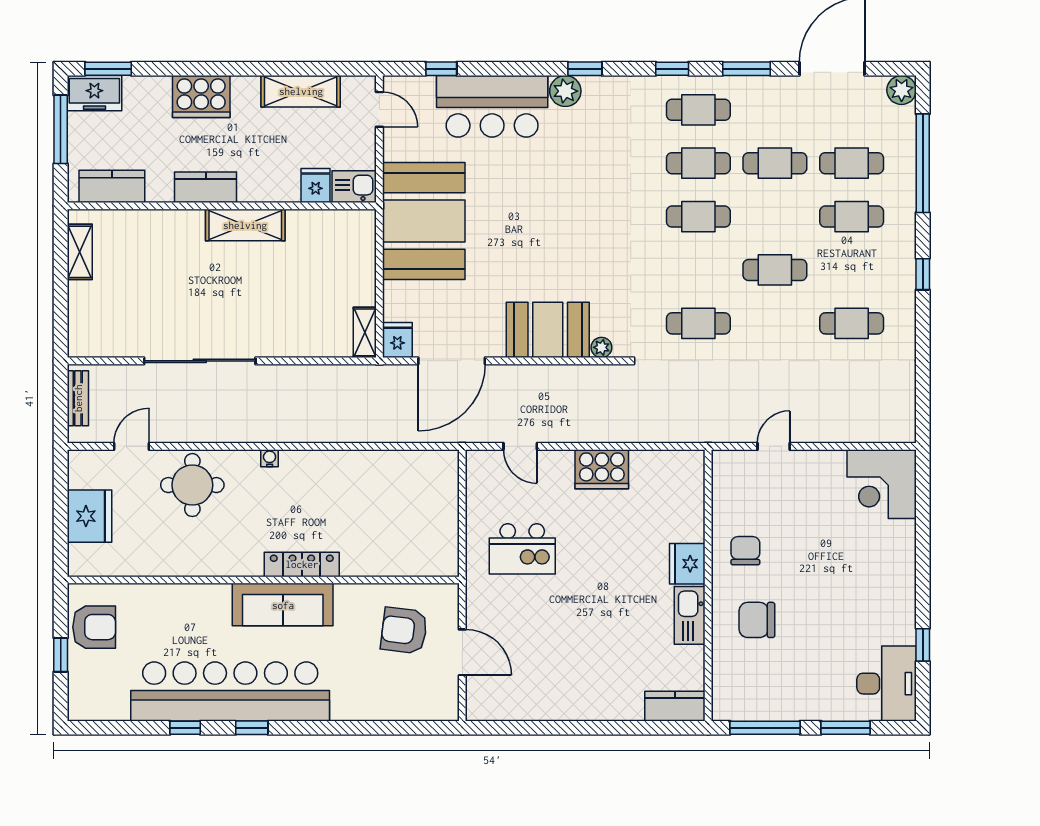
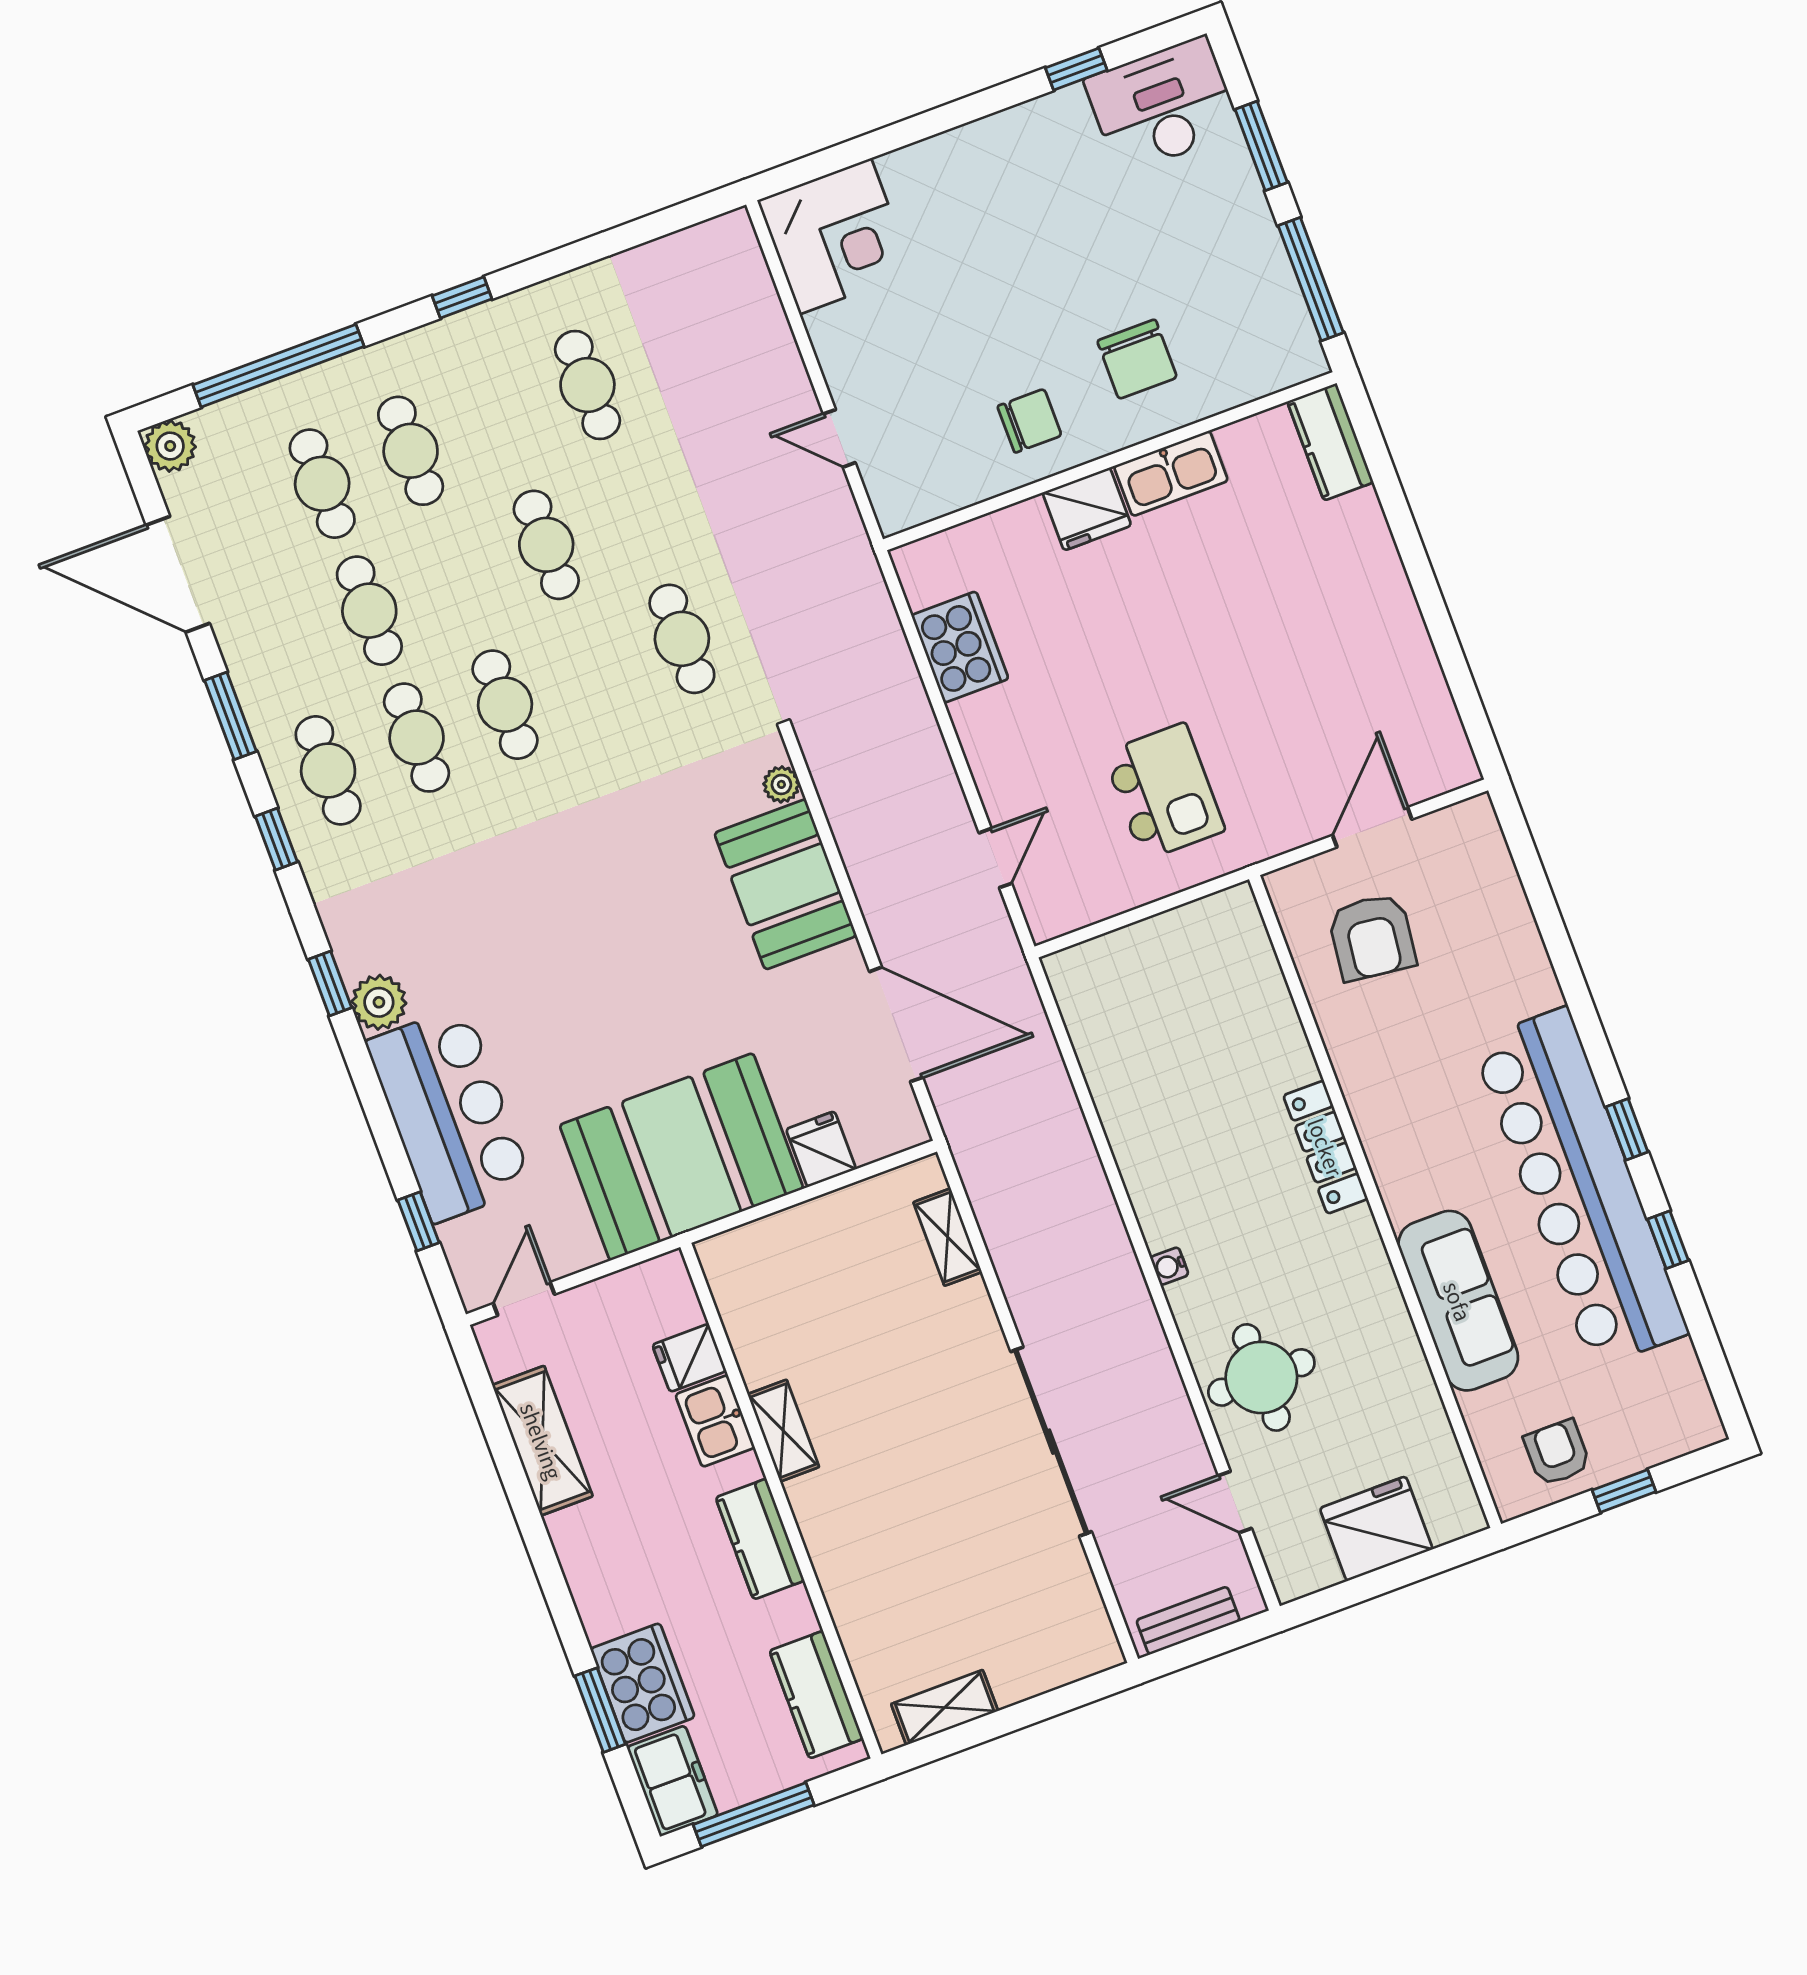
window: (108, 69) -> (600, 1710), moved
cooker: (201, 97) -> (643, 1683), moved
kitchen sink: (354, 187) -> (715, 1421), moved
shelving: (245, 225) -> (783, 1431), width x0.67, depth x0.75
shelving: (365, 332) -> (948, 1237), moved, turned 90
fridge: (397, 340) -> (821, 1149), moved, turned 90
cooker: (602, 469) -> (960, 647), moved
chair: (745, 551) -> (1029, 421), turned 180
sofa: (283, 605) -> (1458, 1301), moved
armchair: (94, 627) -> (1557, 1453), width x0.72, depth x0.72

